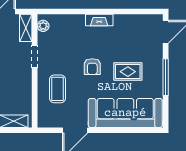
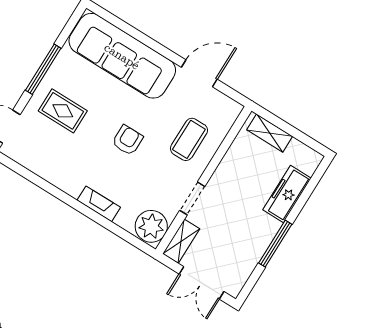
fireplace: (99, 20) -> (99, 204), moved
plant: (43, 26) -> (151, 226), width x1.87, depth x1.87
rug: (128, 72) -> (63, 111), moved

